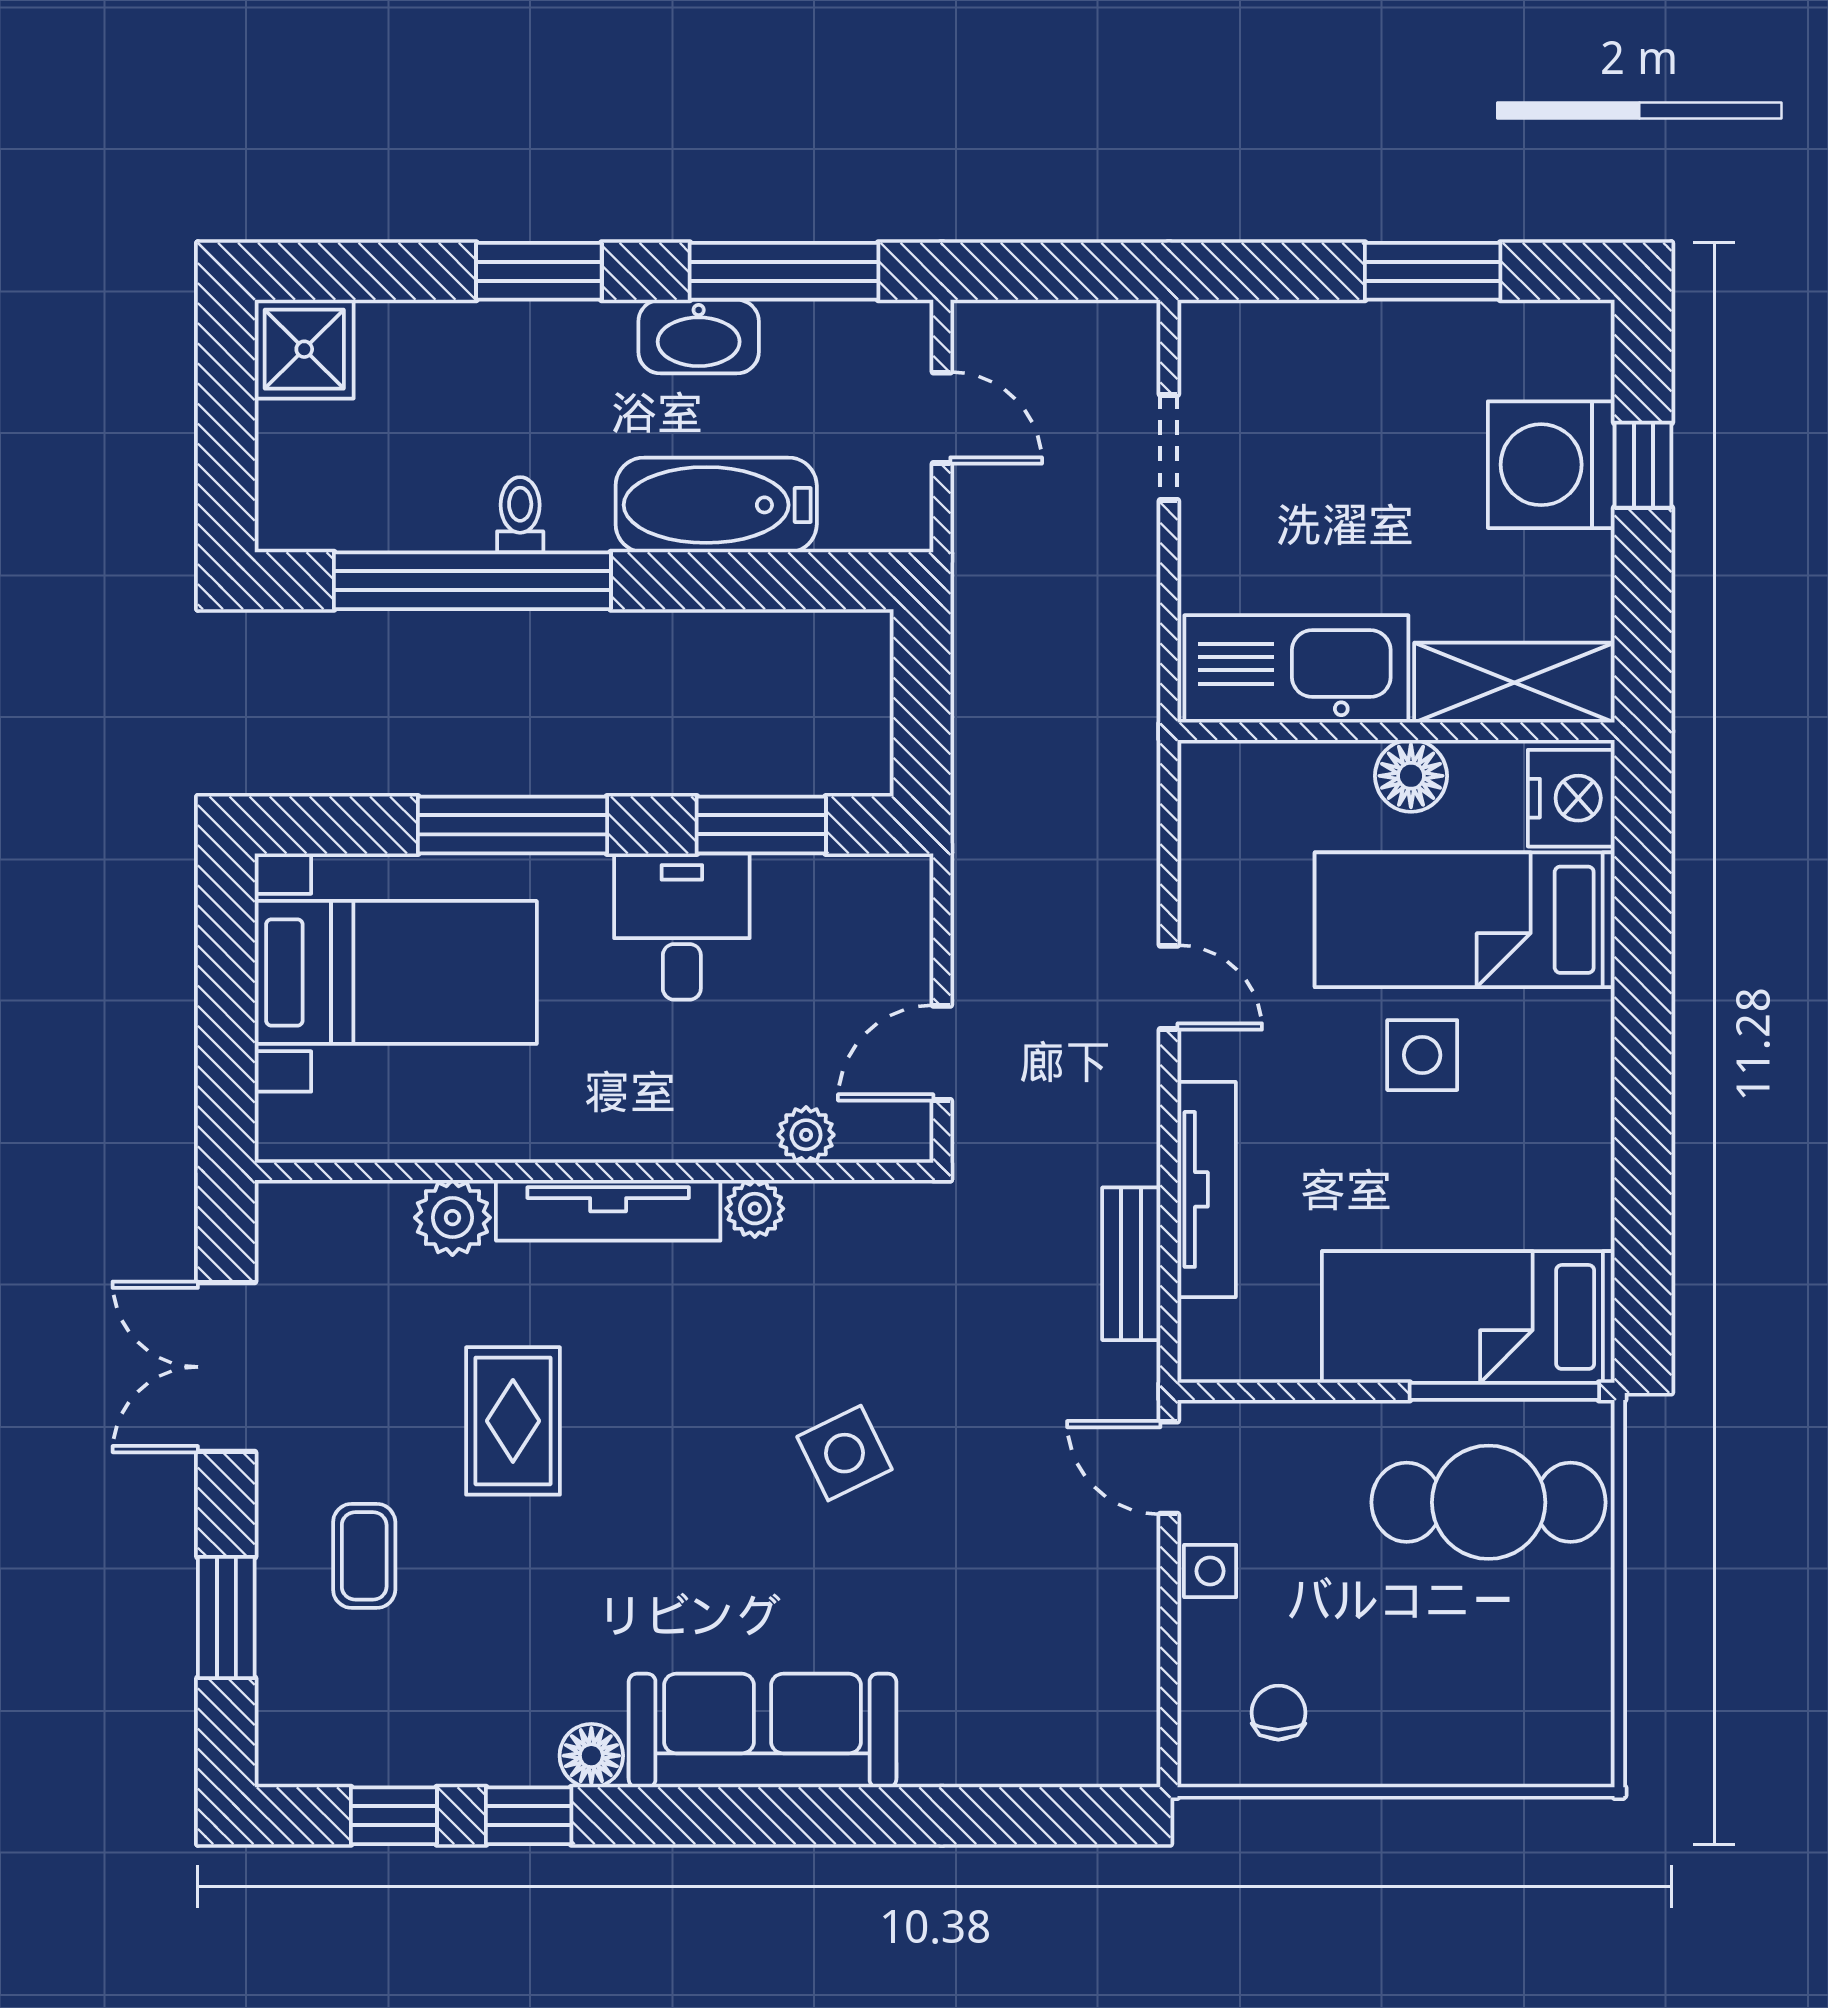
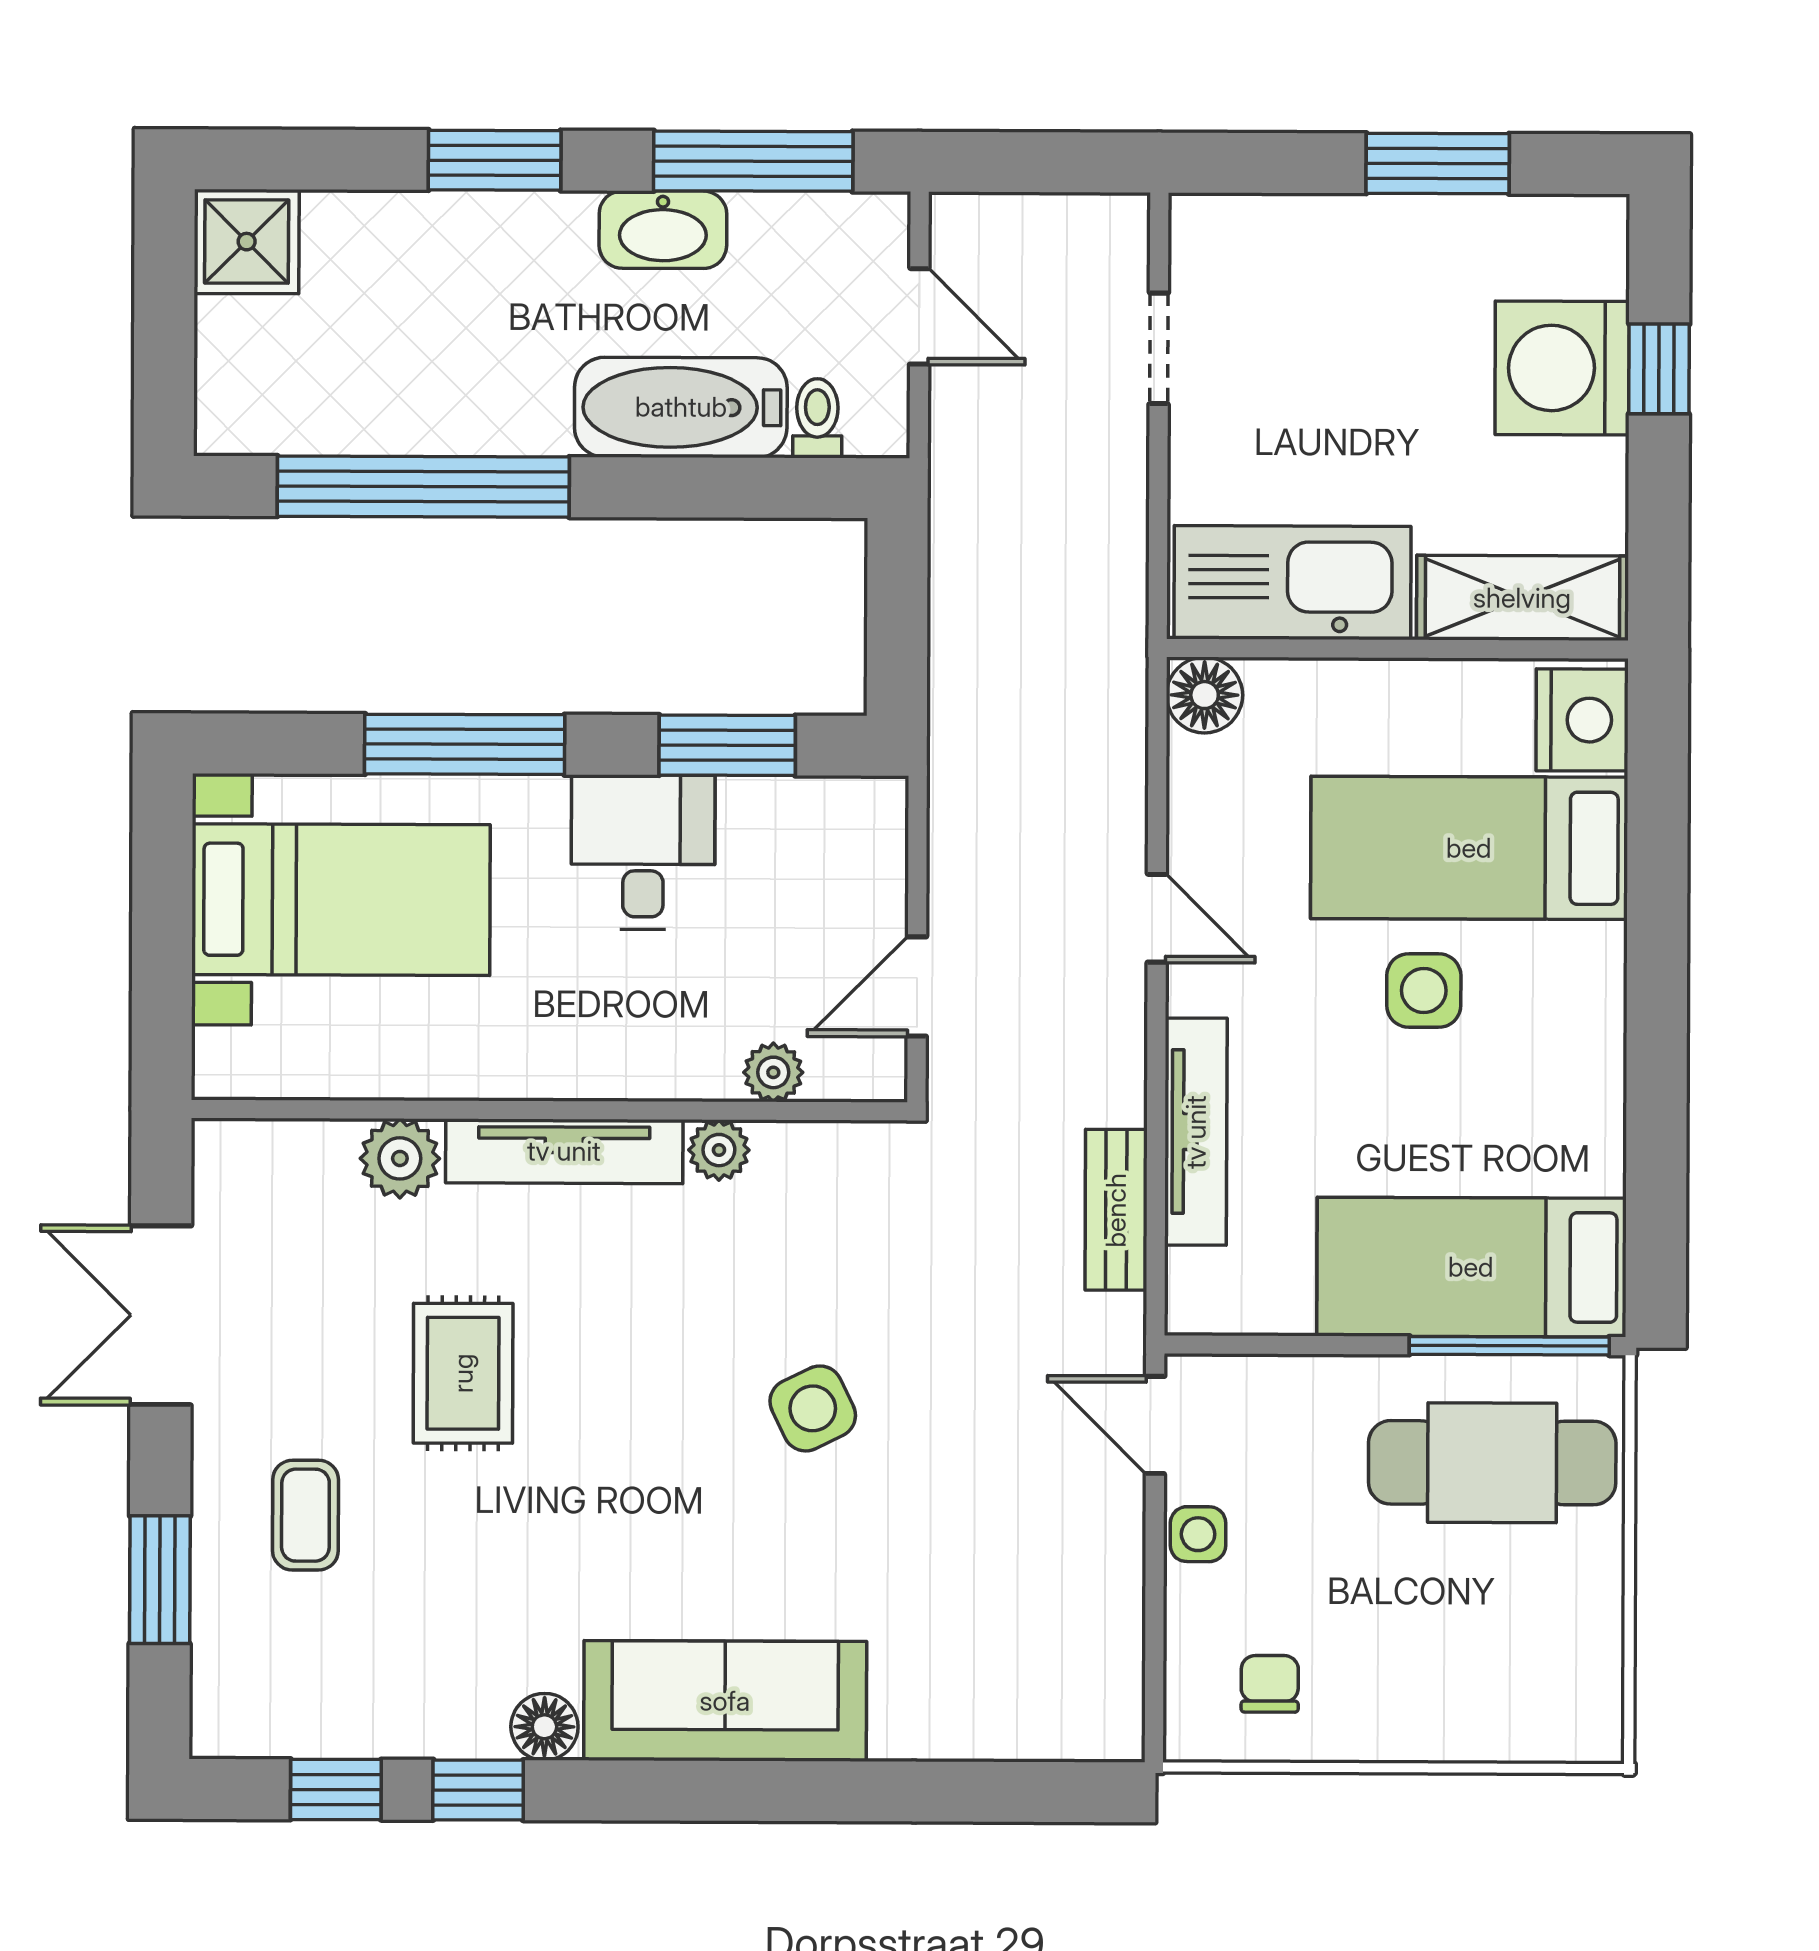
toilet: (520, 515) -> (817, 418), moved
floor lamp: (1411, 776) -> (1205, 695), moved

